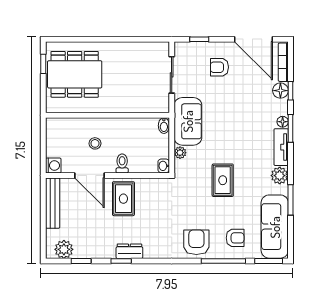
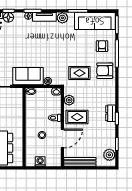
washing machine: (53, 165) -> (40, 162), moved
rug: (223, 180) -> (79, 73), moved
plant: (150, 186) -> (69, 100), added

